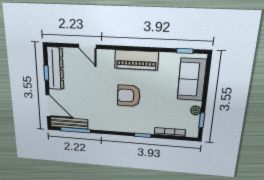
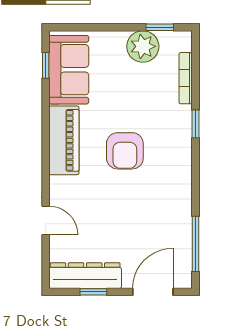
door: (87, 46) -> (46, 221), hinge flipped
sofa: (192, 79) -> (69, 70), moved, turned -90
plant: (196, 110) -> (143, 46), width x1.87, depth x1.87
bench: (69, 123) -> (183, 255), removed

